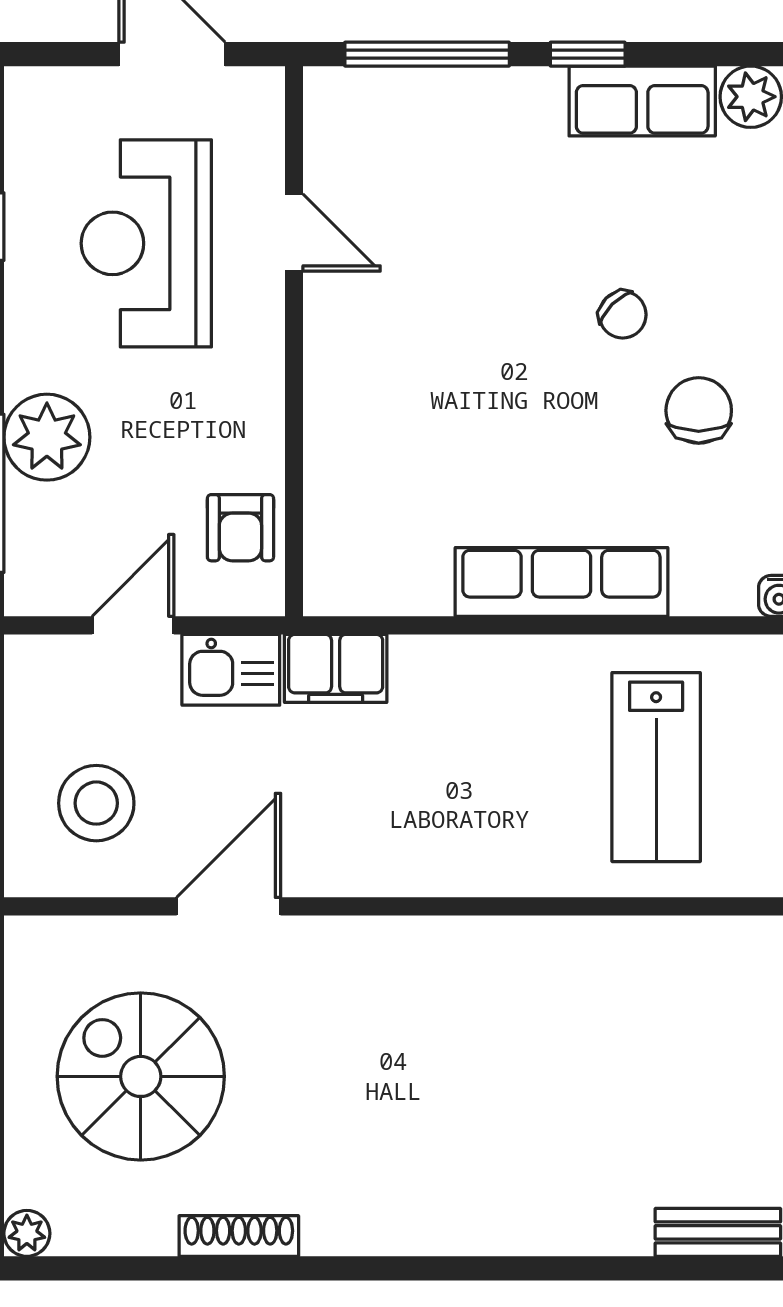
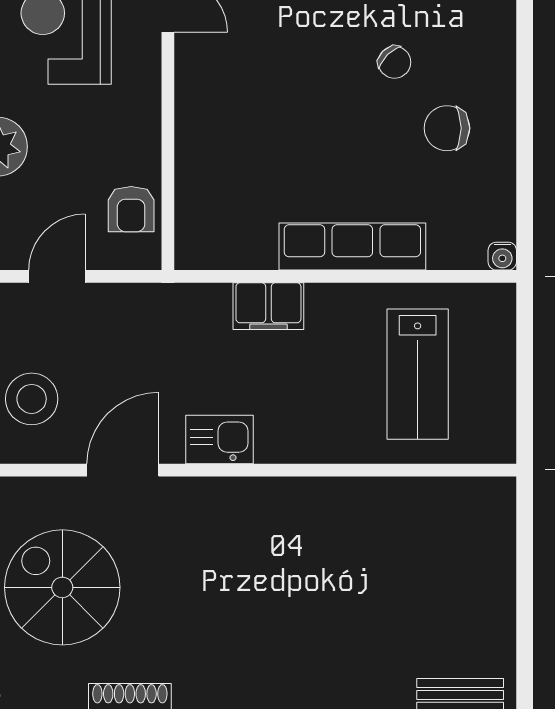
chair: (699, 410) -> (447, 128), turned -90
filing cabinet: (336, 668) -> (268, 306), moved
kitchen sink: (231, 670) -> (220, 440), moved, turned 180

